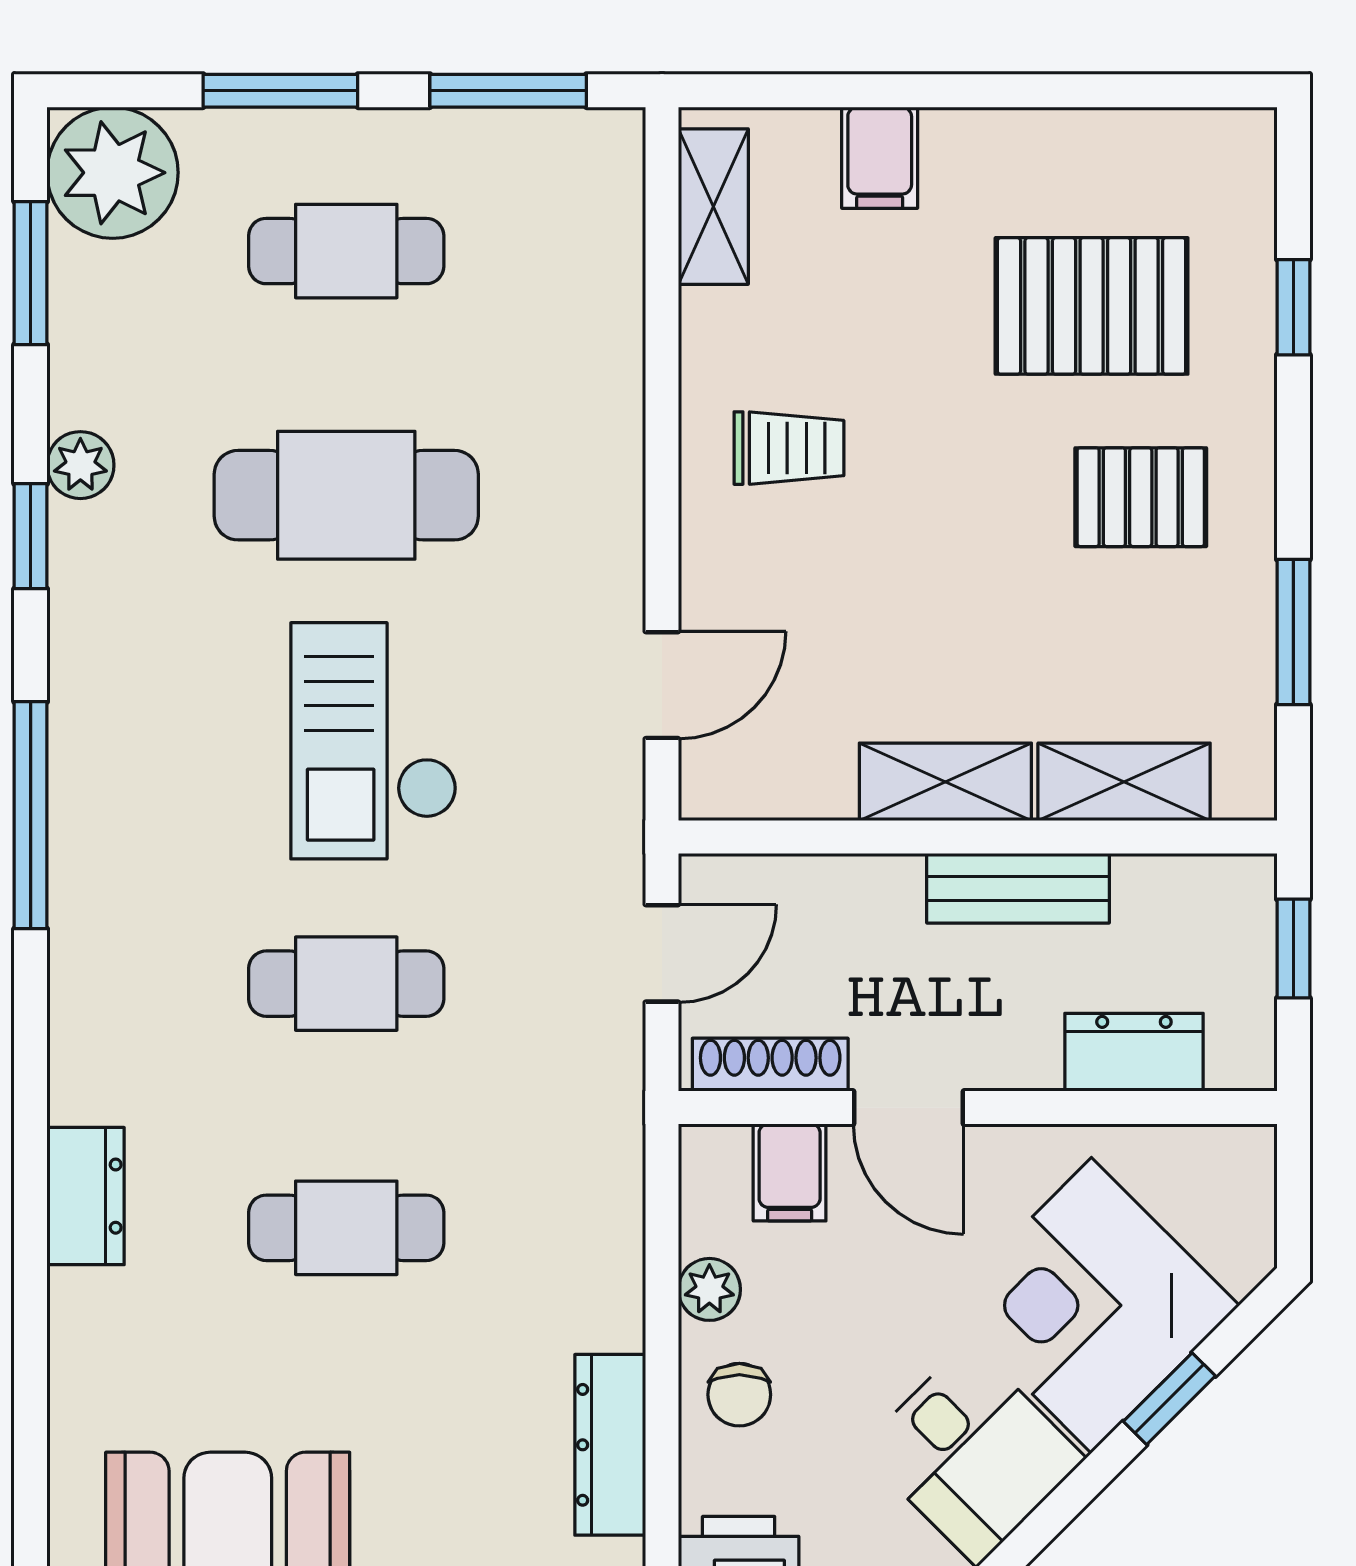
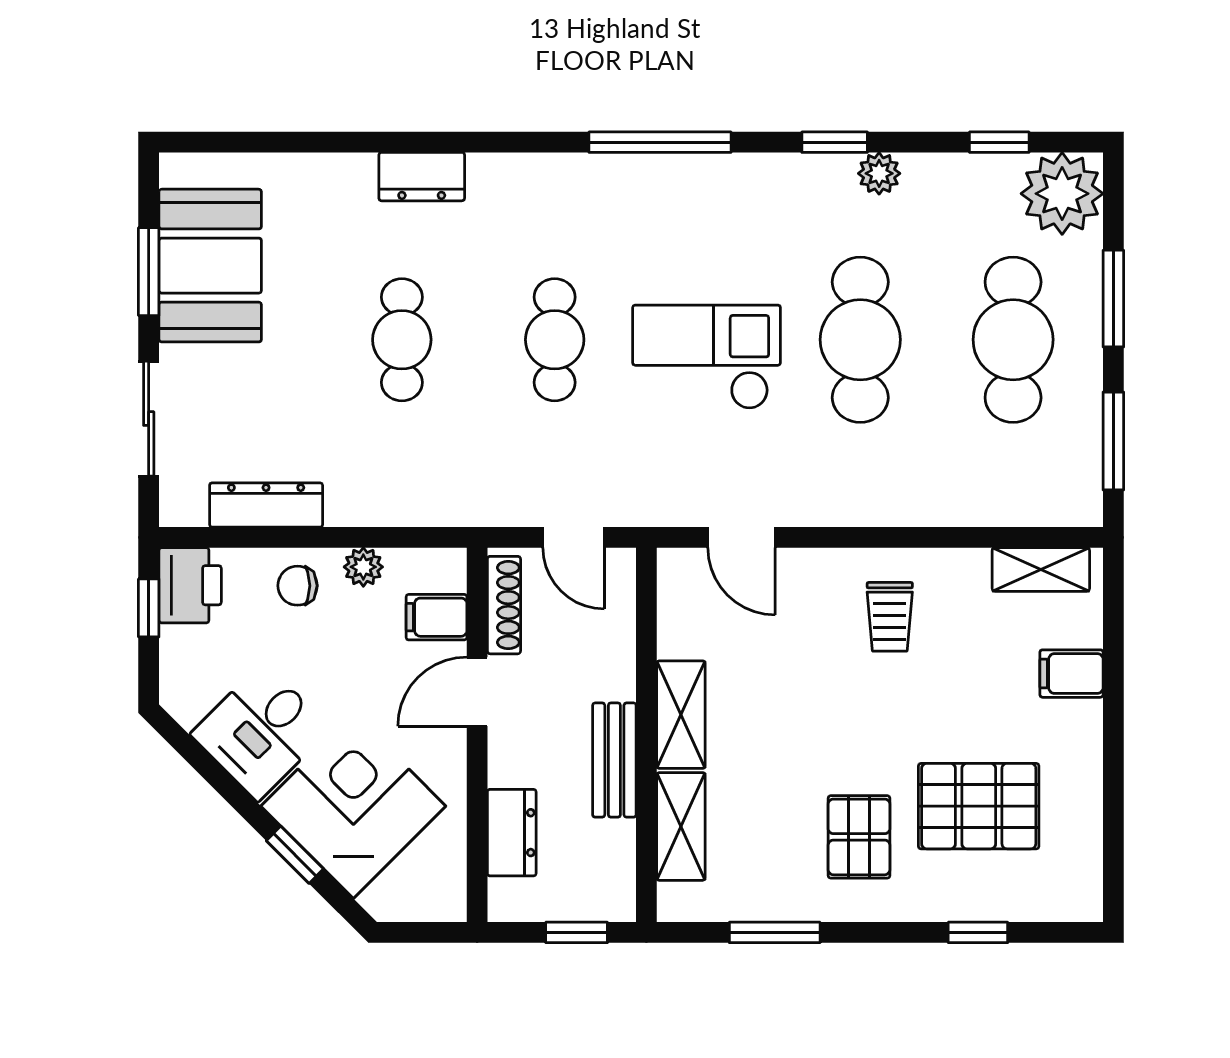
cafe table: (346, 251) -> (1013, 340), width x1.37, depth x1.35
window: (31, 273) -> (999, 142), width x0.67
pallet: (1092, 306) -> (979, 806), turned 90

